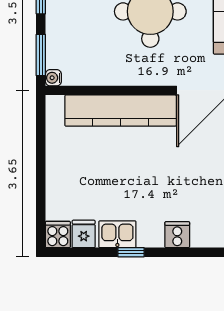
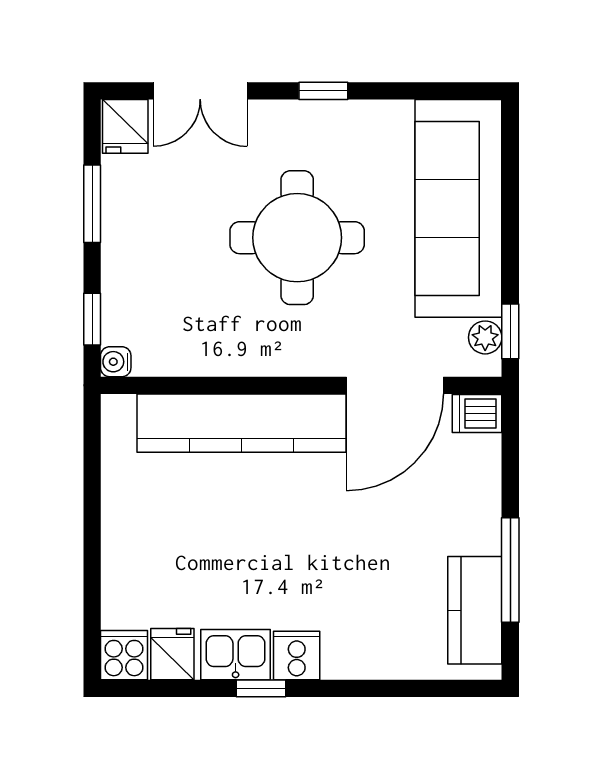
window: (41, 55) -> (92, 319), width x0.67
cooker: (177, 235) -> (297, 655), moved

